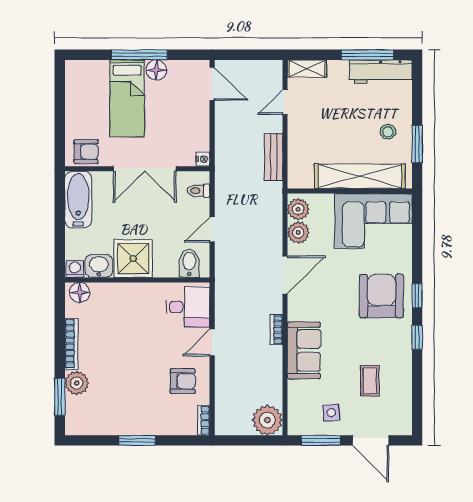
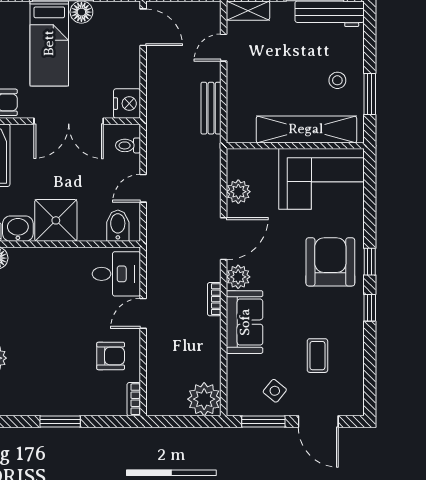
nightstand: (203, 159) -> (127, 104), width x1.89, depth x1.79
plant: (298, 209) -> (238, 277), moved
side table: (331, 413) -> (275, 391), turned 45

